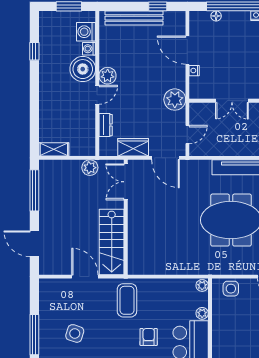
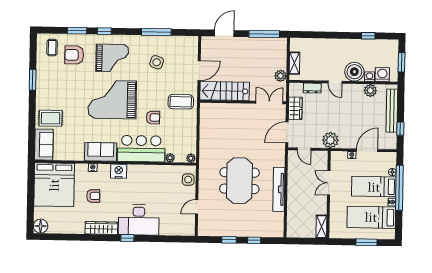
bed: (236, 40) -> (374, 187), added
plant: (108, 76) -> (370, 91), moved
shelving: (54, 149) -> (294, 63), moved

